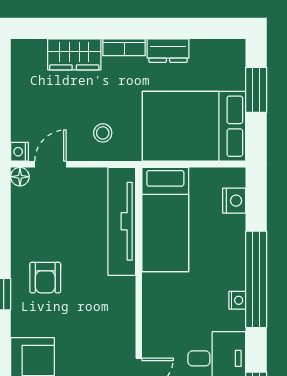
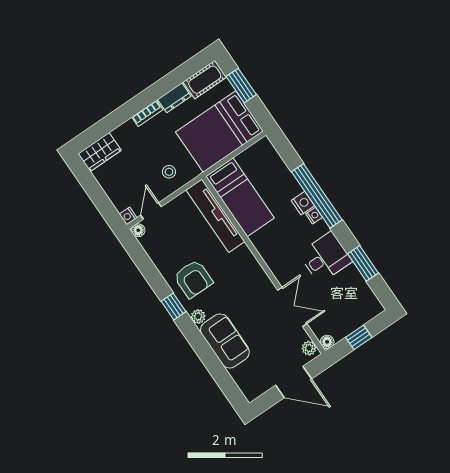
wardrobe: (74, 54) -> (100, 152), moved
cot: (218, 54) -> (205, 80), added
nightstand: (234, 201) -> (303, 203), moved
armchair: (45, 278) -> (193, 279), width x1.38, depth x1.38
plant: (21, 325) -> (198, 316), added

